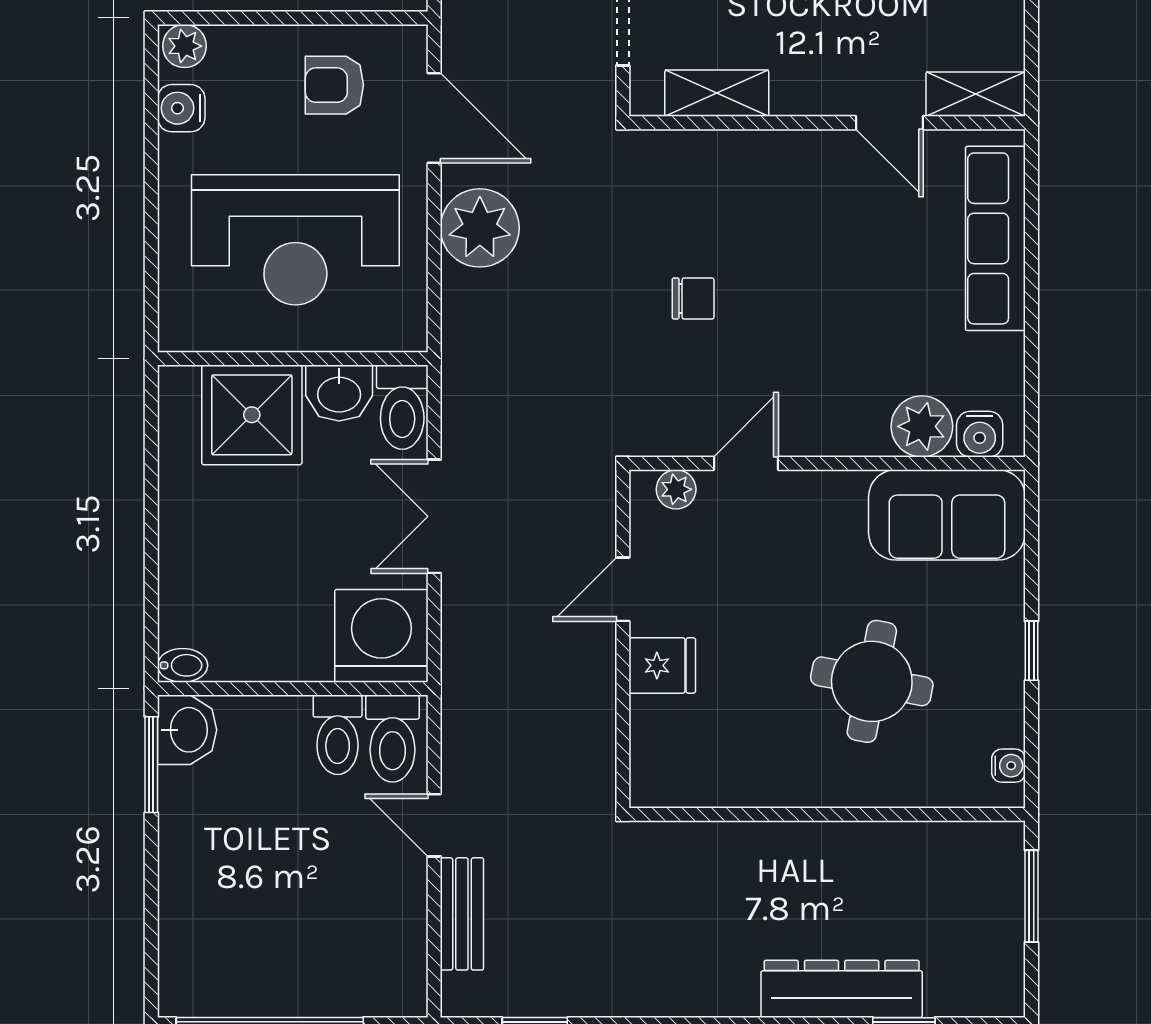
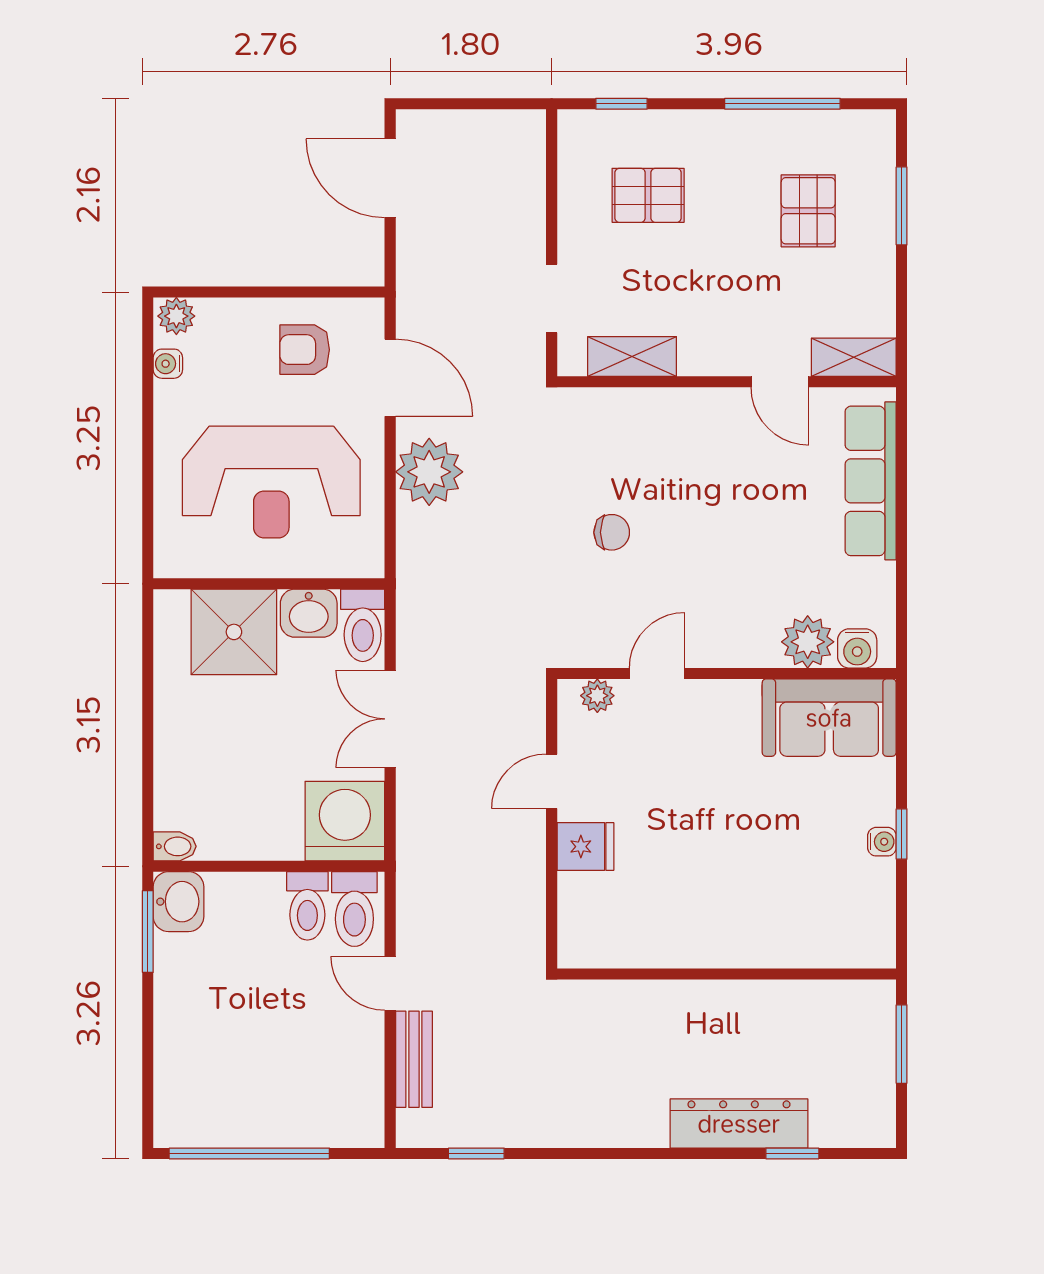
water cooler: (181, 108) -> (168, 364), width x0.72, depth x0.72
round table: (872, 681) -> (765, 860), removed
water cooler: (1008, 766) -> (882, 842), moved

